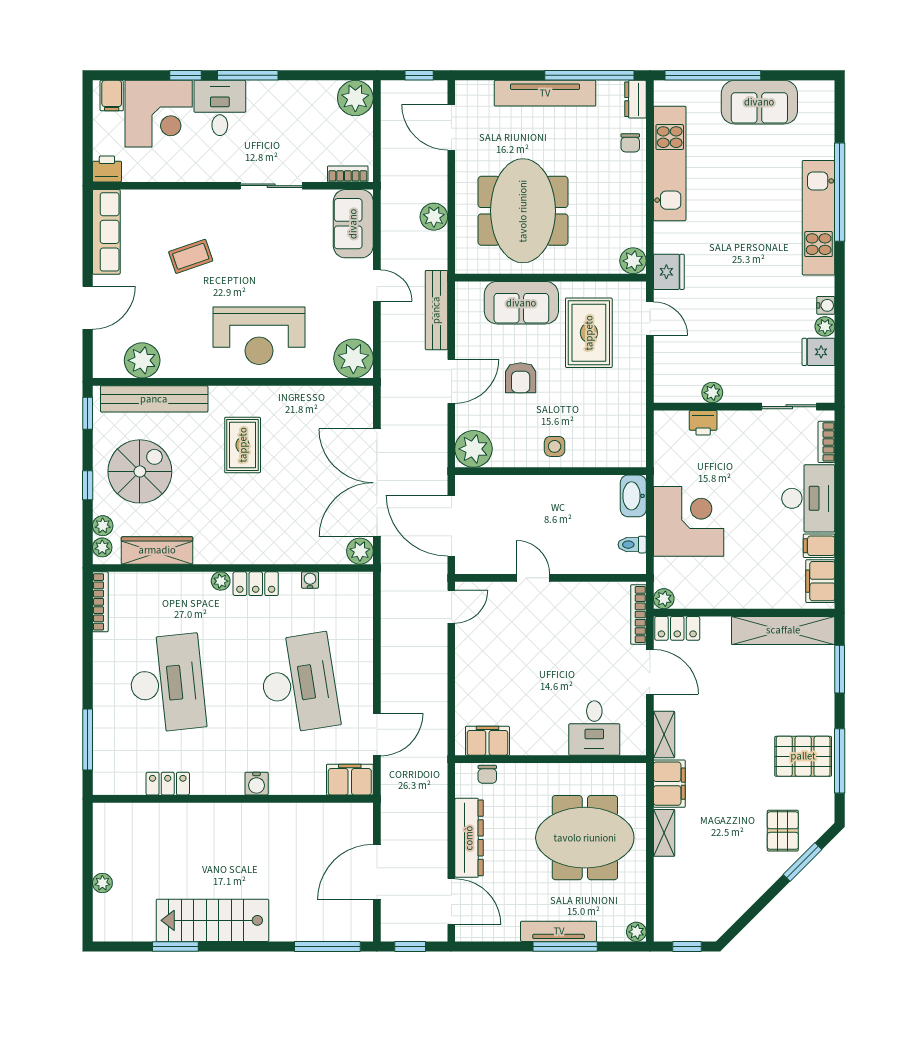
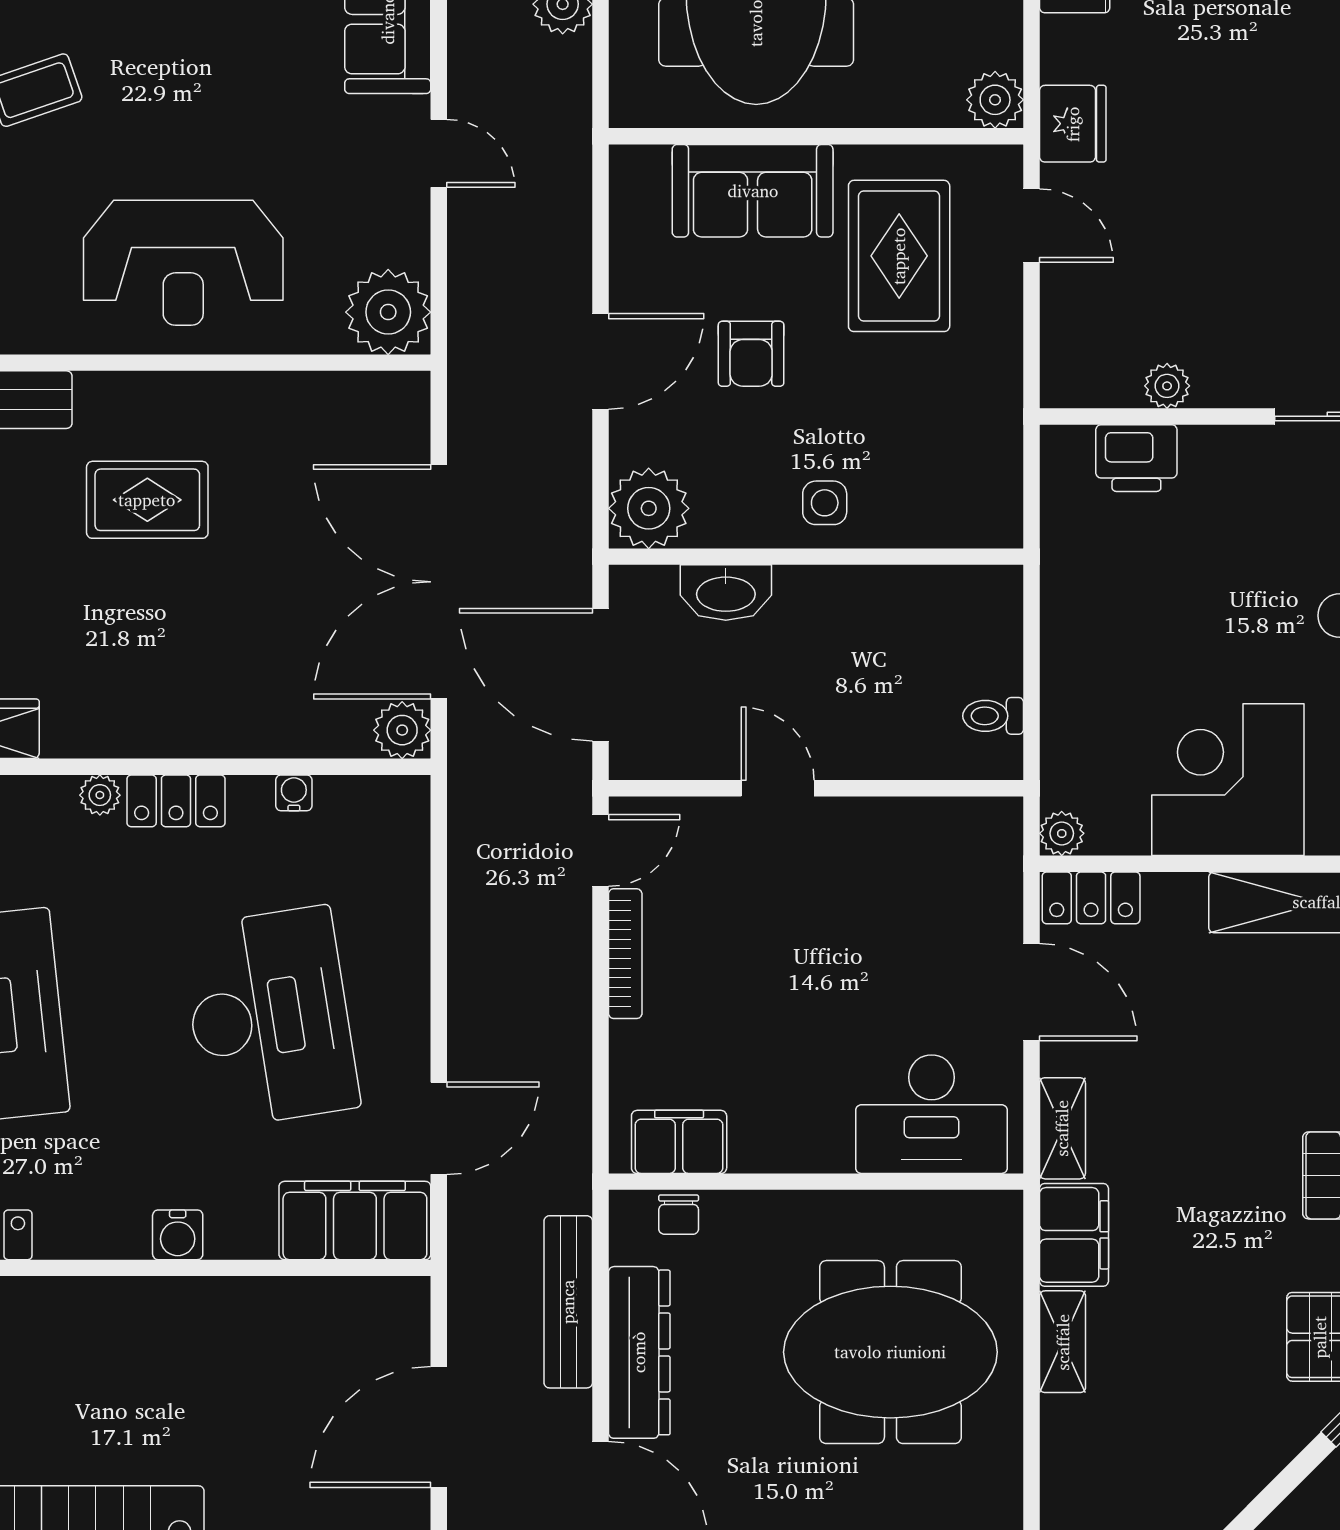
bench: (436, 310) -> (568, 1302), moved
printer: (703, 423) -> (1136, 458), width x1.36, depth x1.24
rug: (243, 445) -> (147, 500), turned 90
washbasin: (633, 496) -> (726, 593), moved, turned -90
corner desk: (689, 521) -> (1228, 780), moved, turned -90
bookcase: (638, 615) -> (625, 954), moved, turned 180
desk: (594, 728) -> (932, 1114), width x1.37
filing cabinet: (350, 780) -> (355, 1220), width x1.50, depth x1.17

